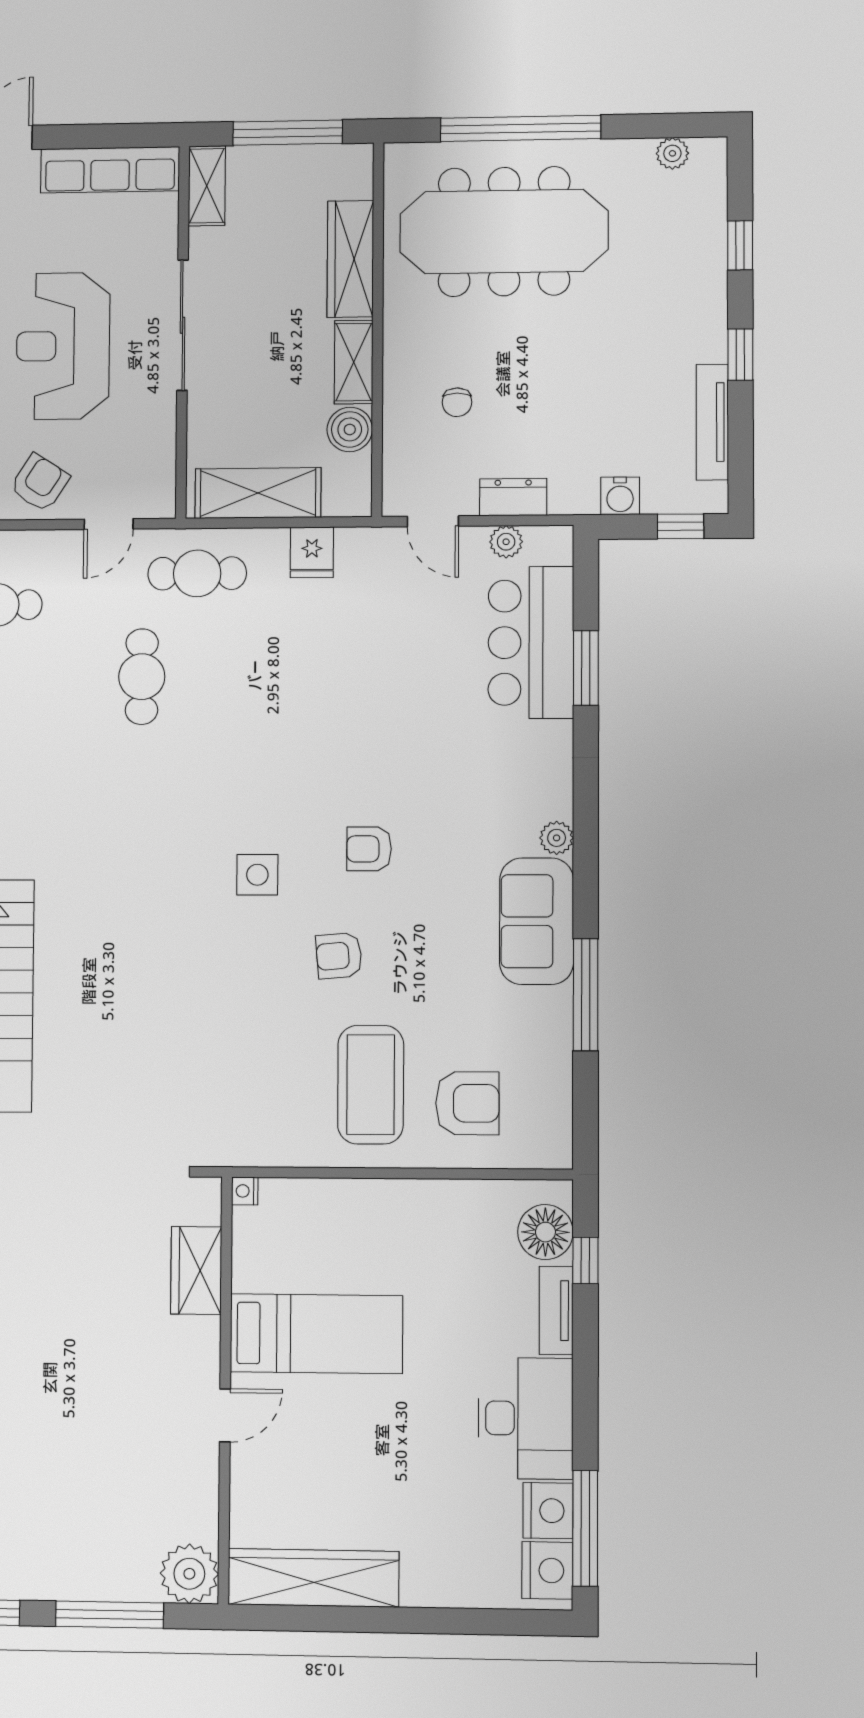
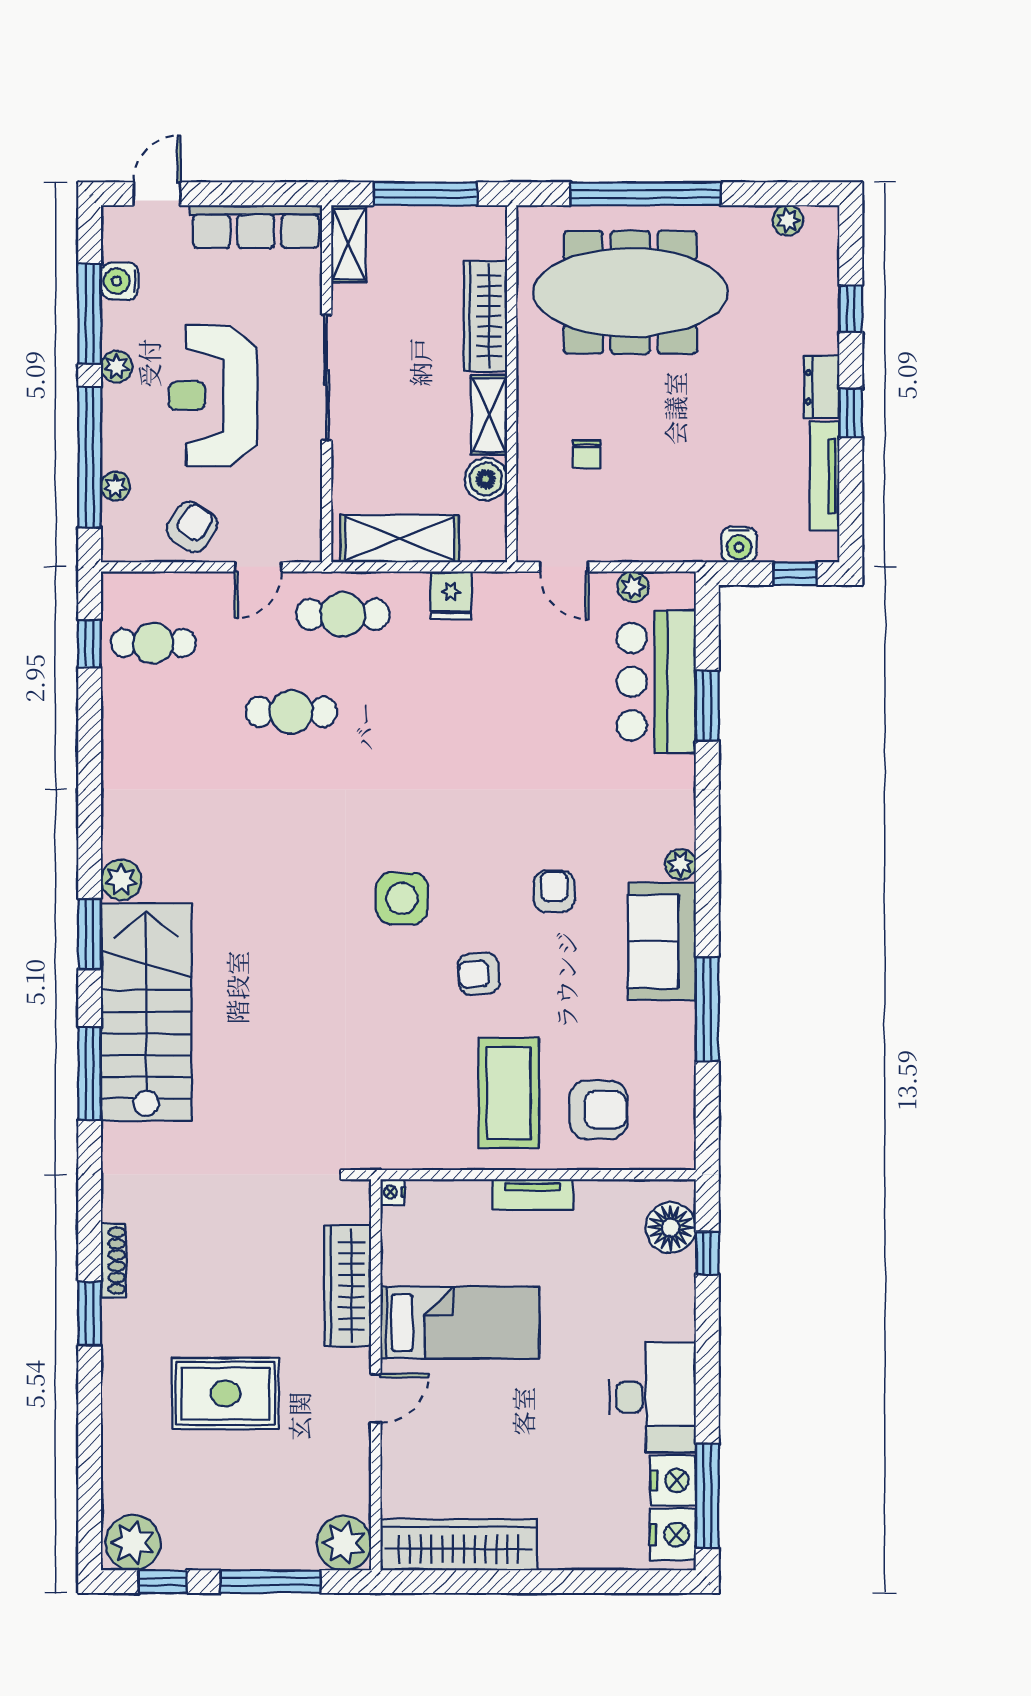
dresser: (513, 497) -> (822, 387), moved, turned -90
cafe table: (142, 677) -> (291, 712), turned 90
armchair: (369, 849) -> (554, 891), moved, turned 90
side table: (257, 875) -> (402, 898), width x1.37, depth x1.37
wardrobe: (196, 1270) -> (348, 1286), width x1.50
tv unit: (556, 1311) -> (533, 1195), moved, turned -90
rug: (64, 1408) -> (225, 1393), added

